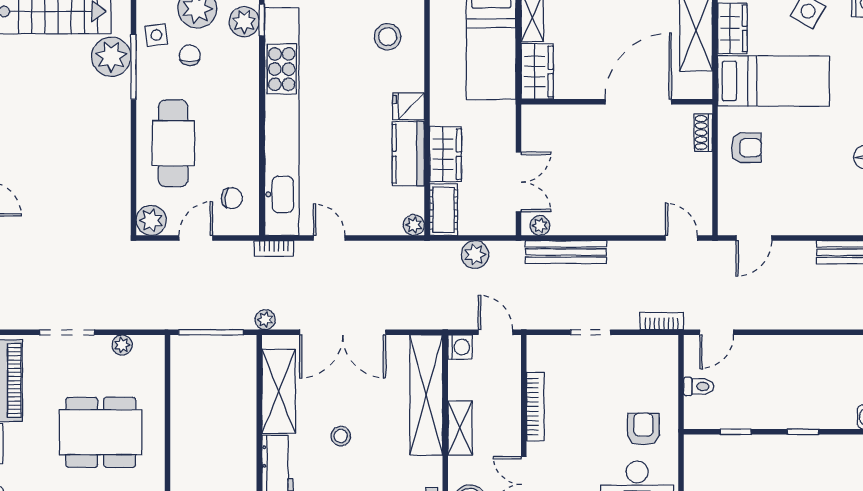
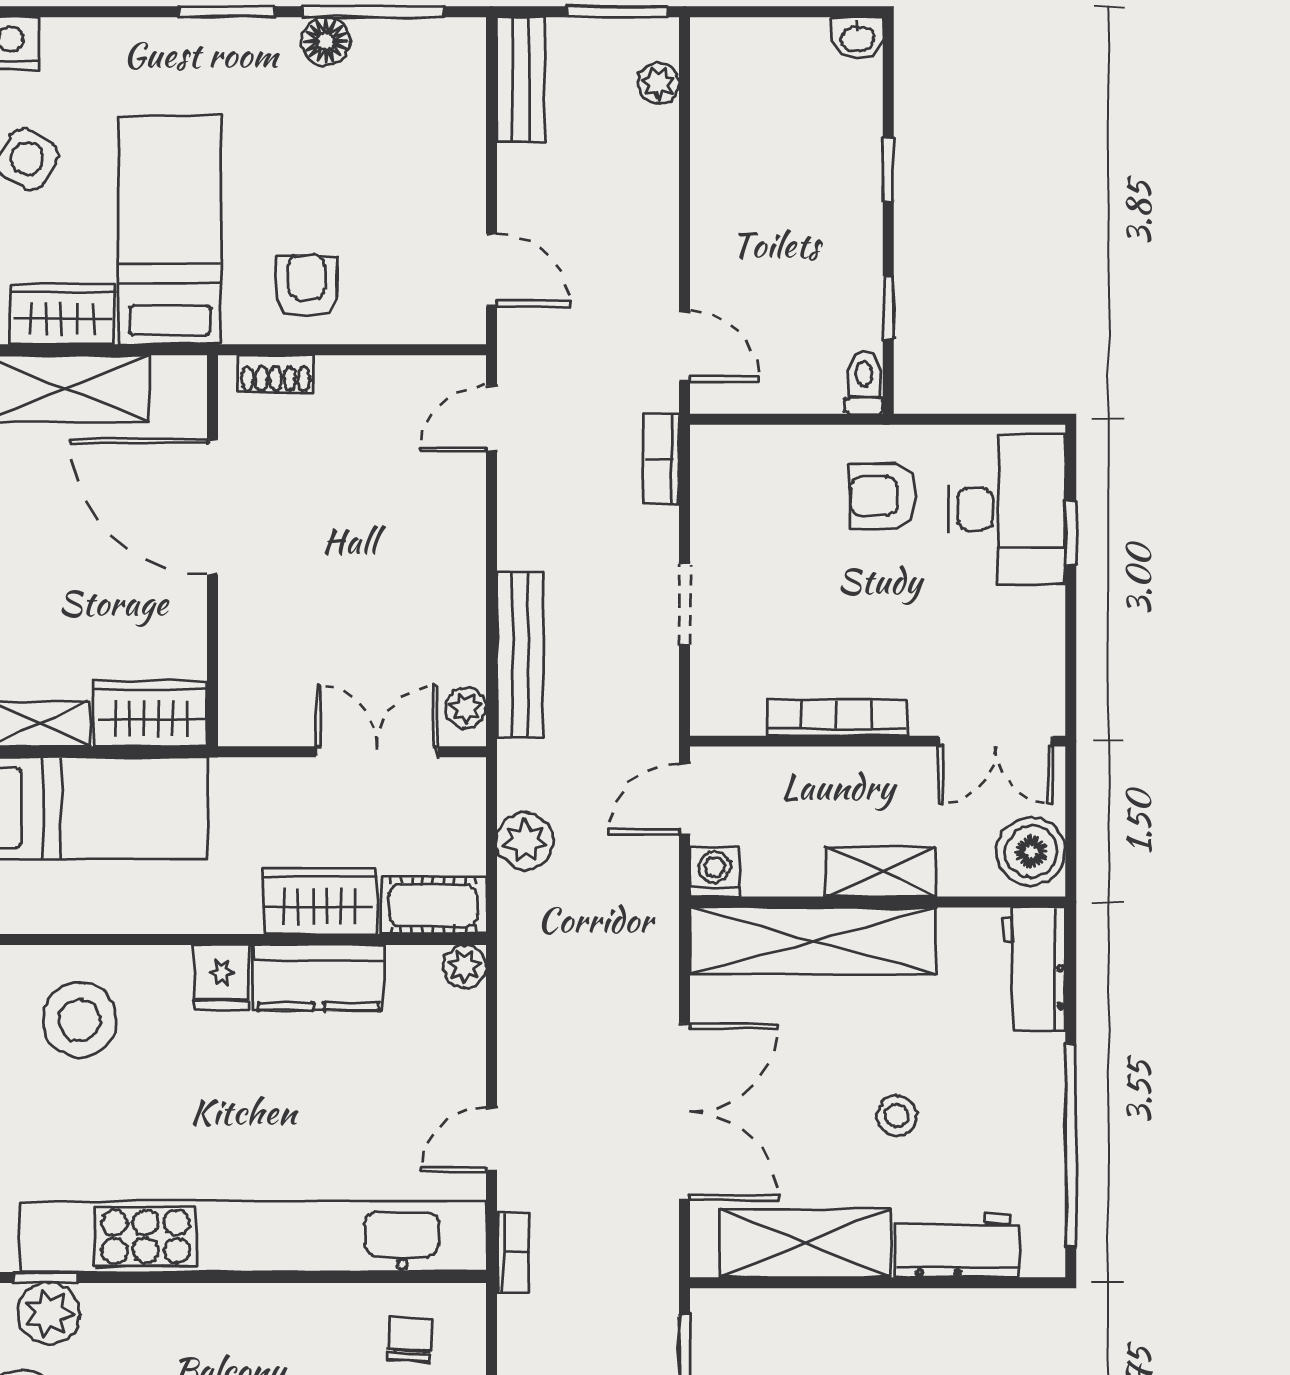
stool: (388, 37) -> (80, 1020), width x1.38, depth x1.38
plant: (265, 320) -> (659, 83), moved
toilet: (699, 386) -> (864, 383), moved

